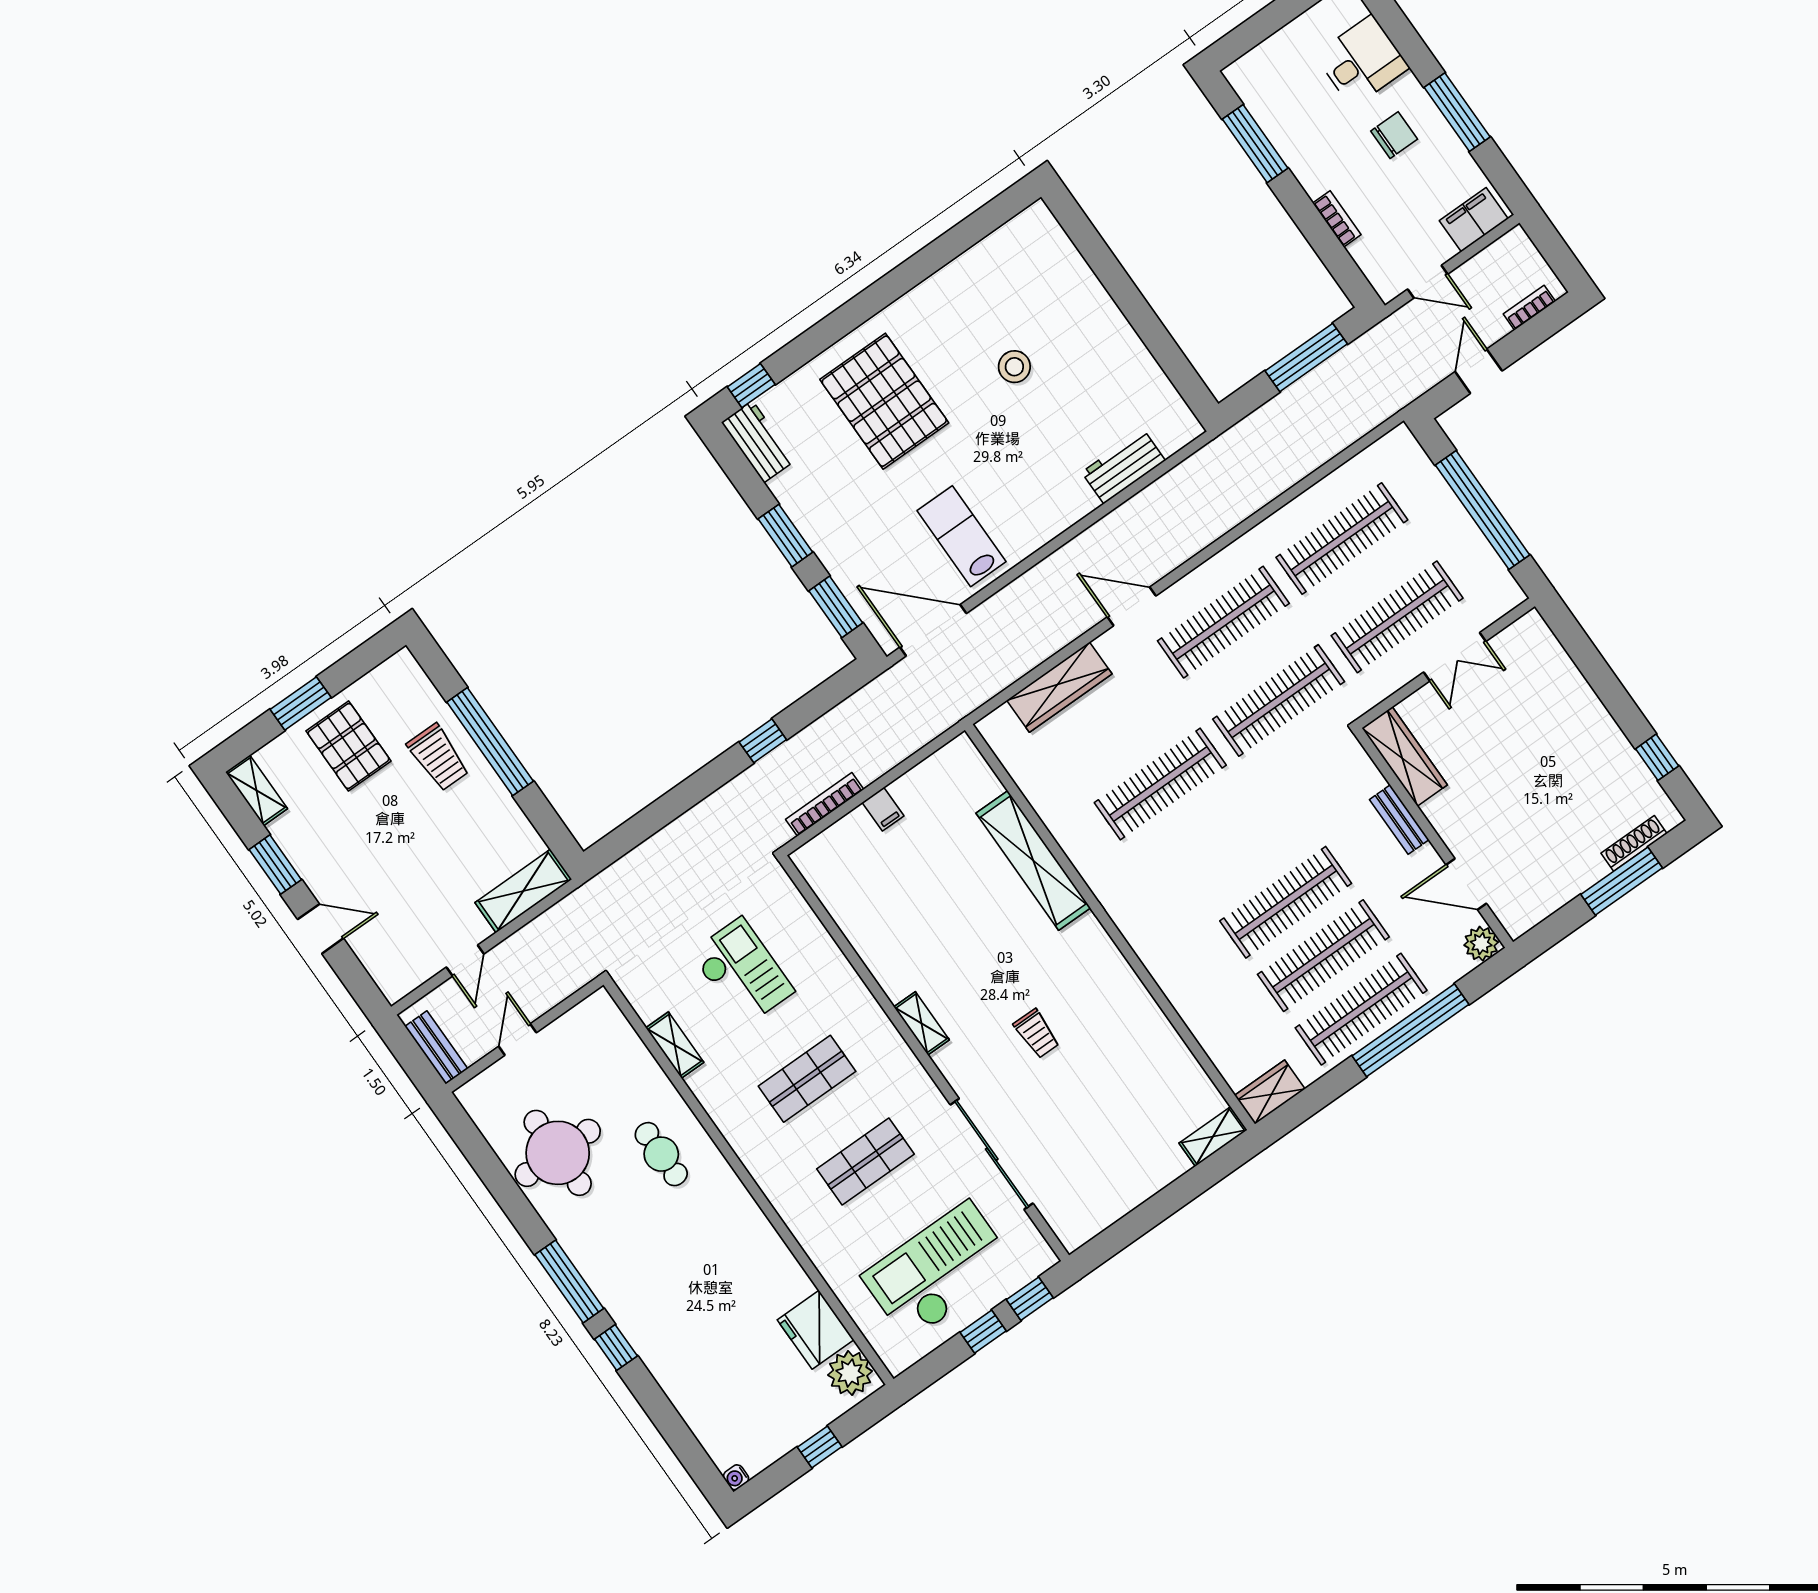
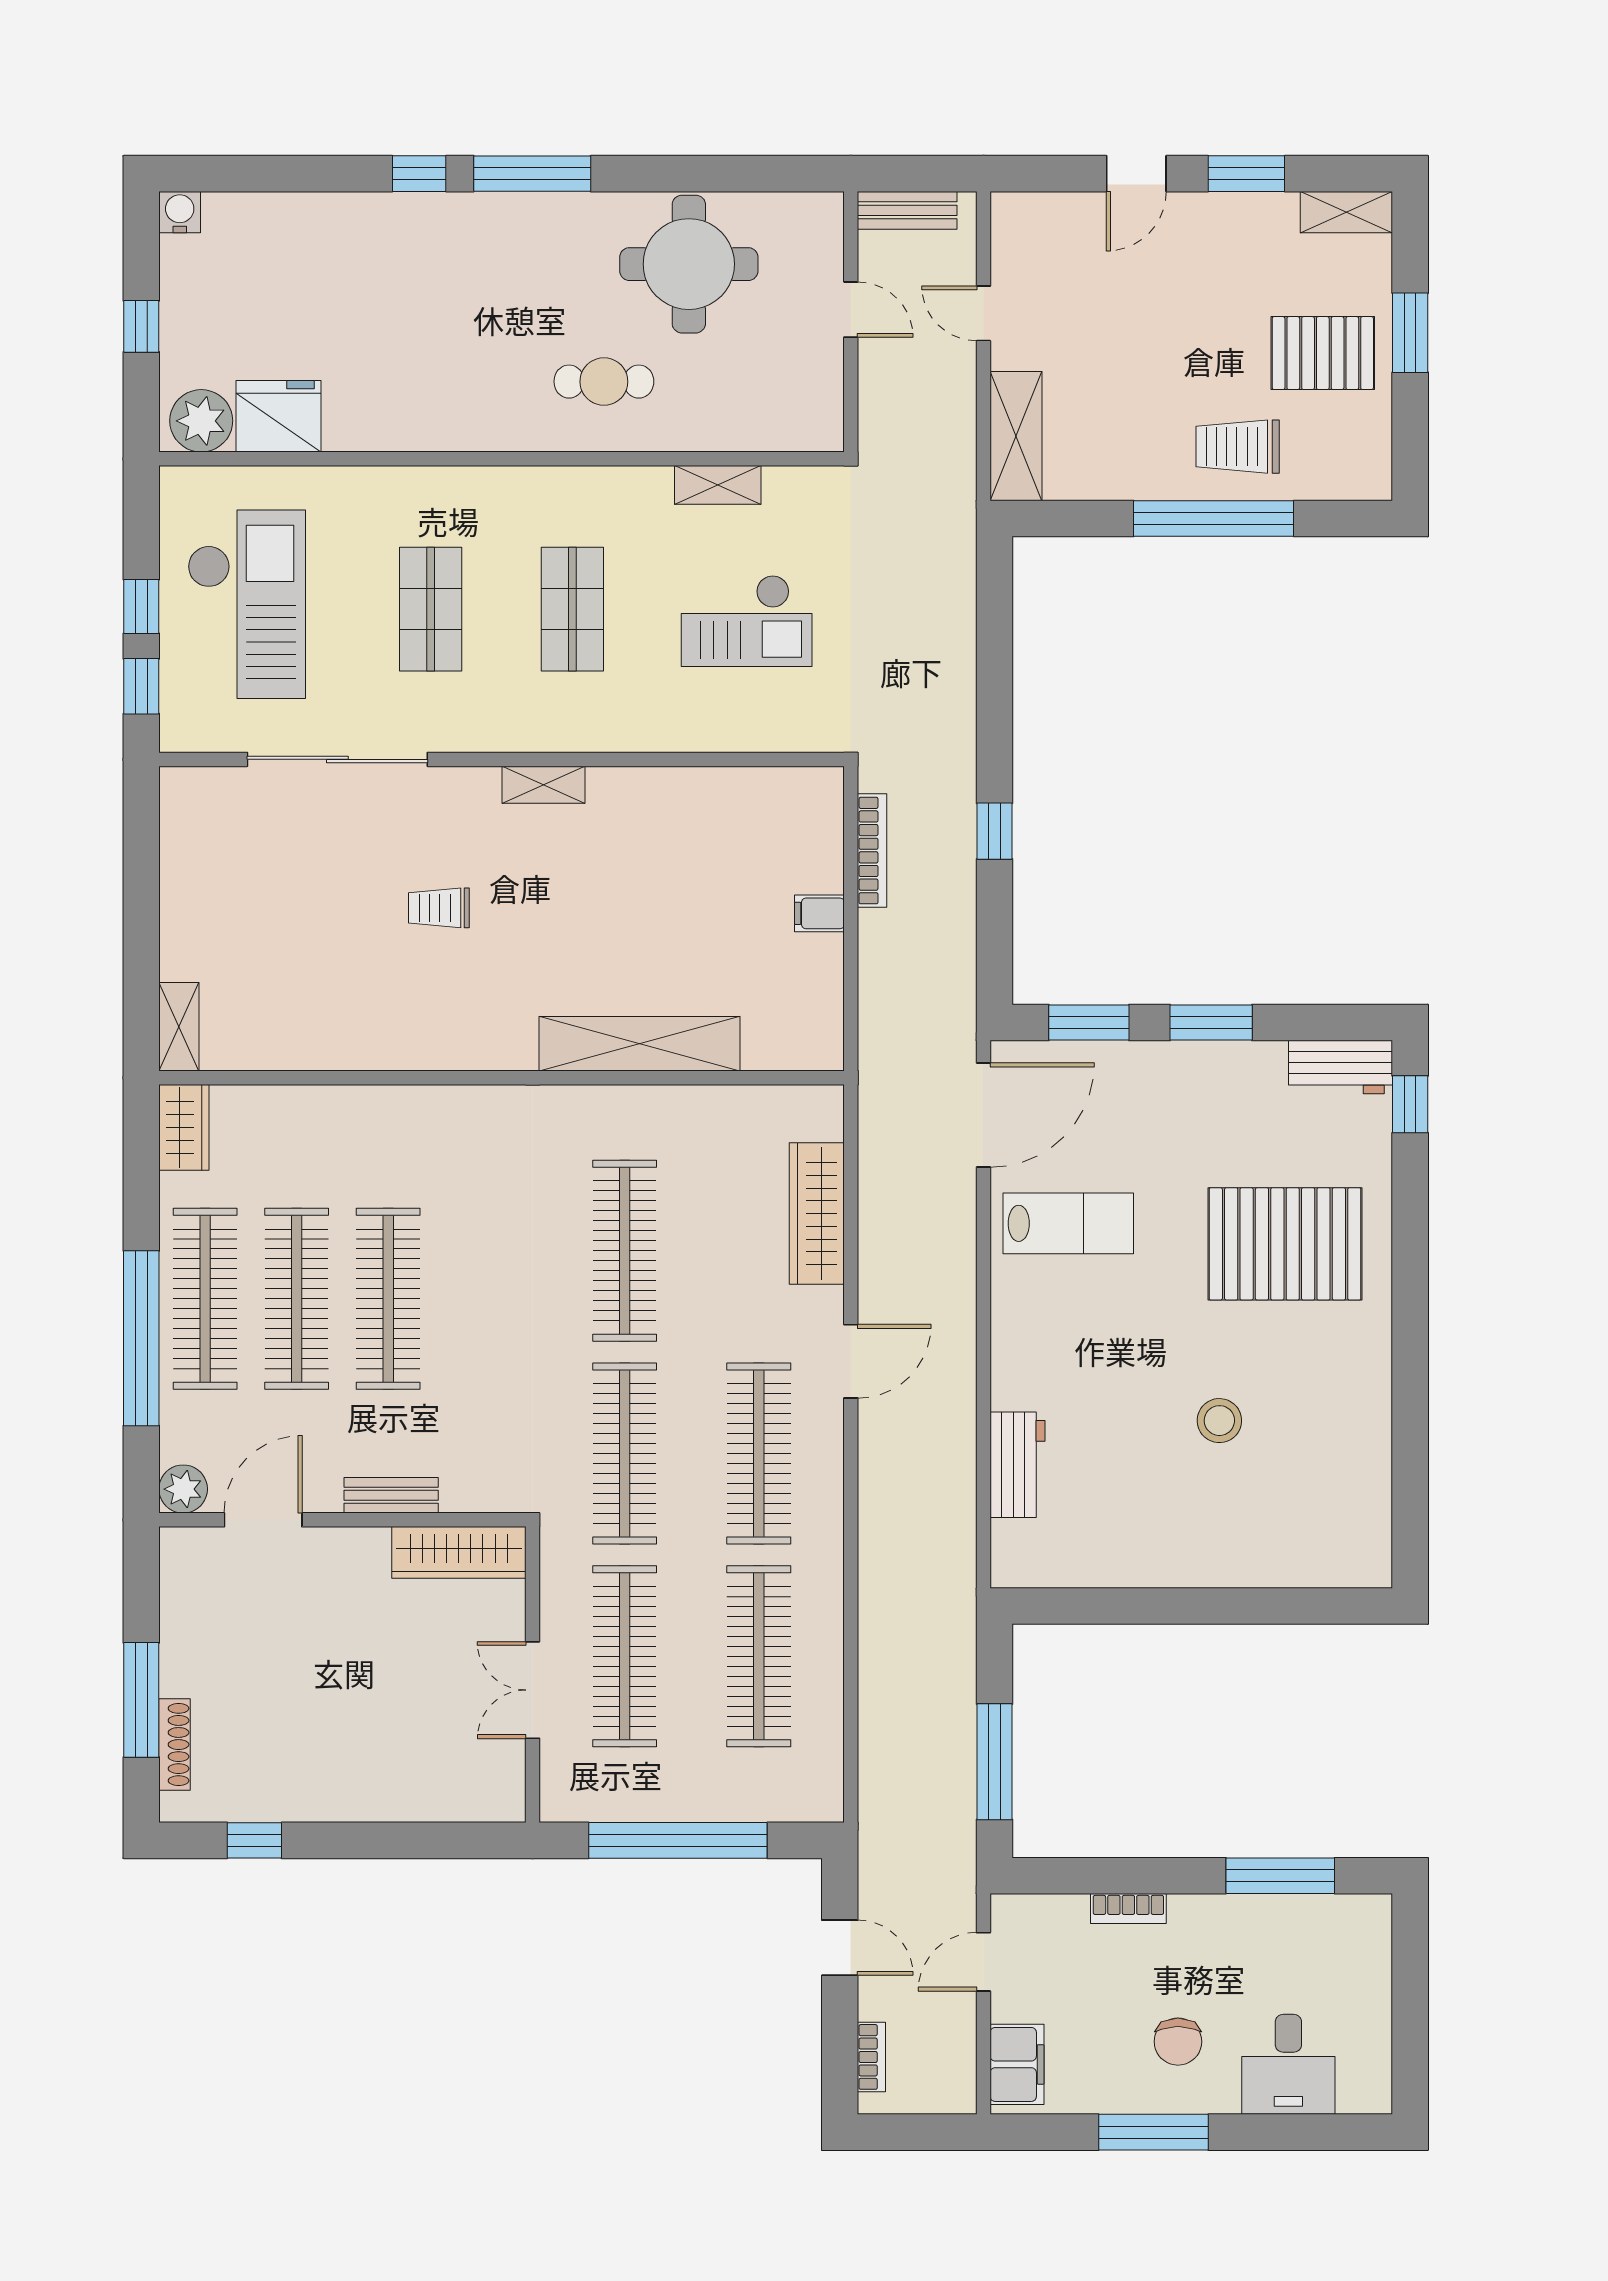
water cooler: (736, 1477) -> (180, 212), width x1.38, depth x1.38

